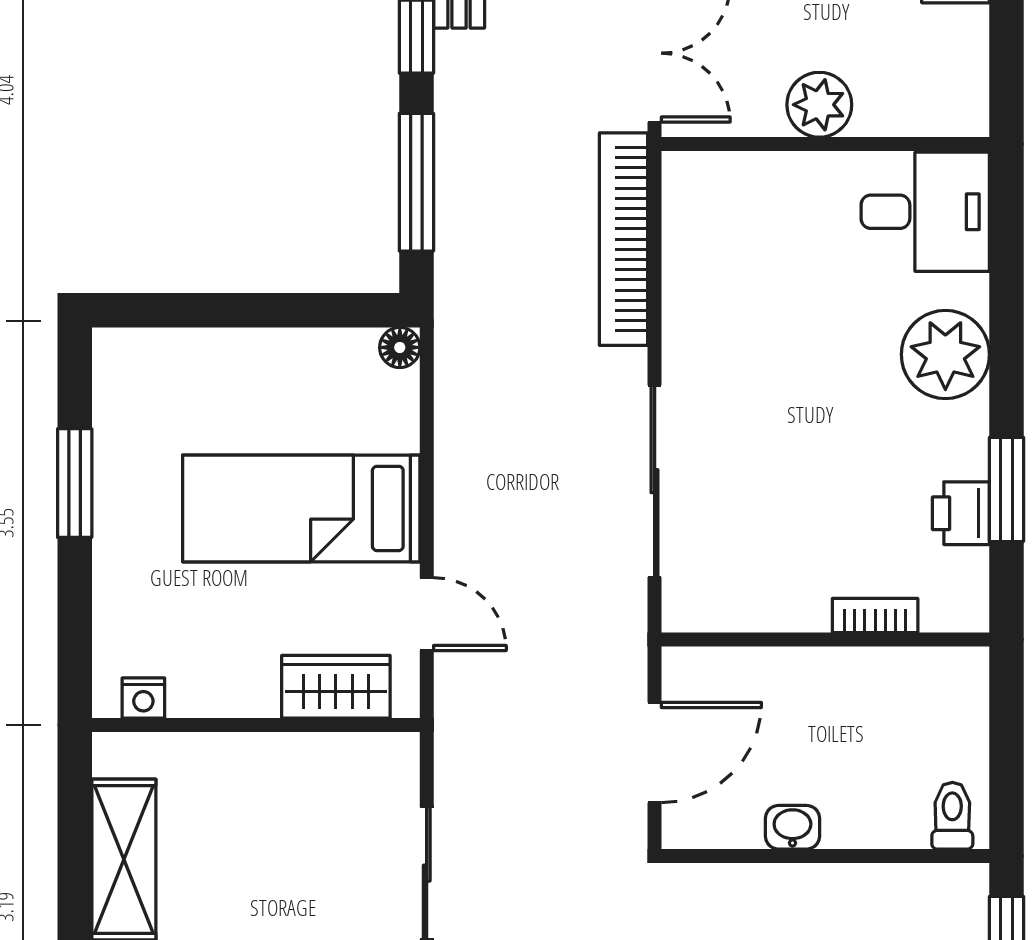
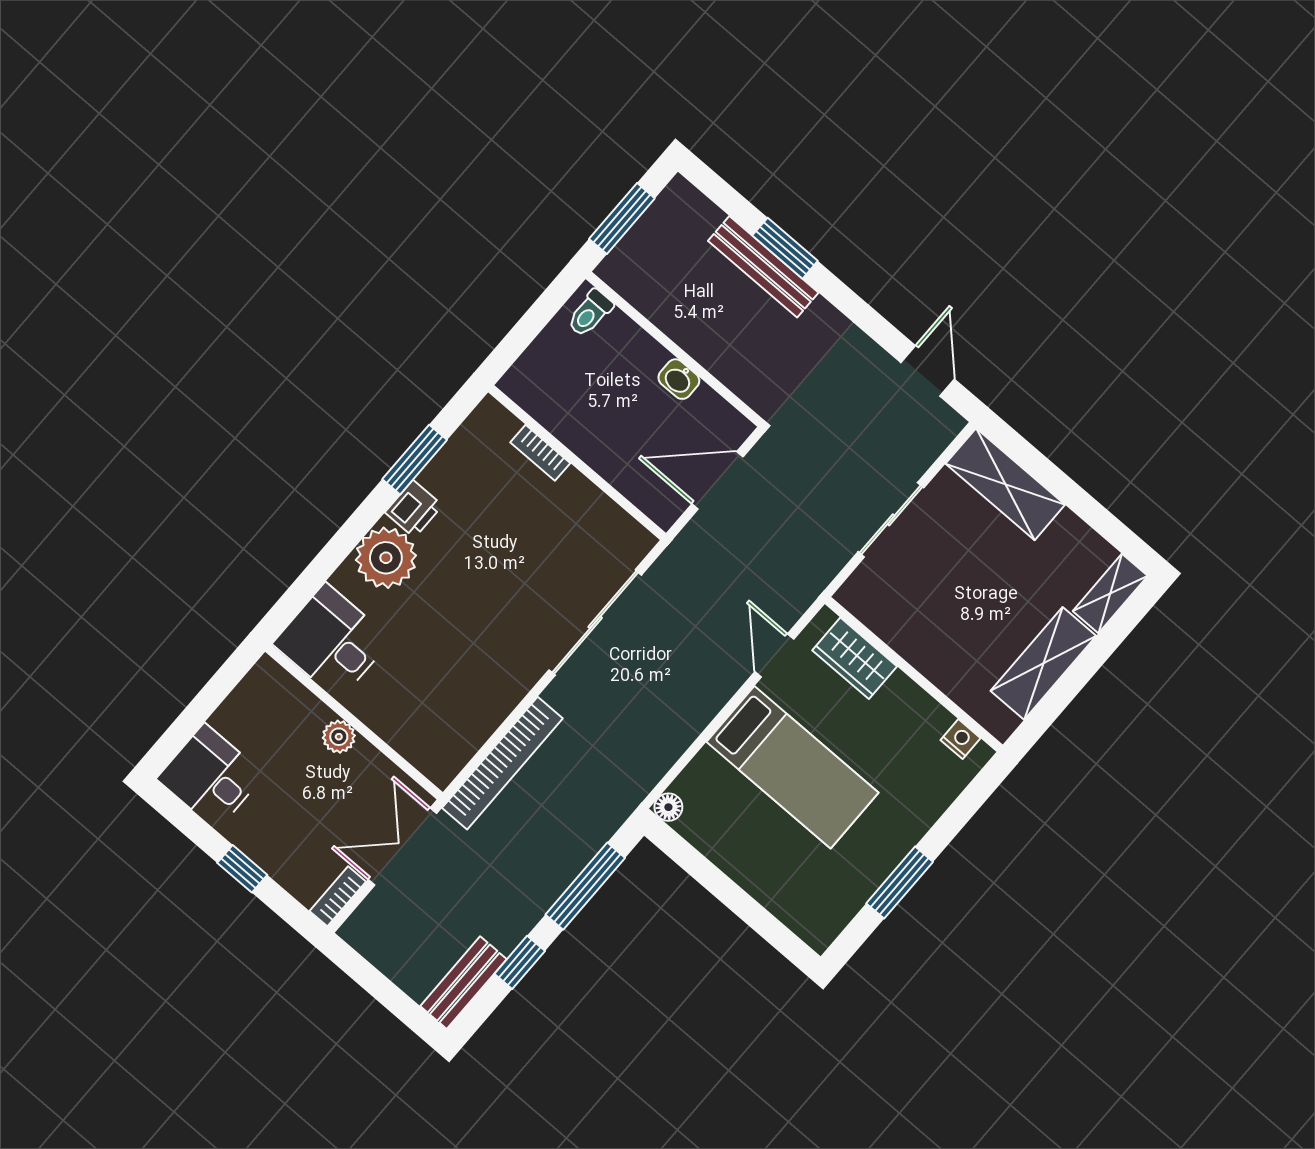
plant: (819, 105) -> (339, 737), width x0.73, depth x0.73
printer: (961, 513) -> (414, 509), moved

